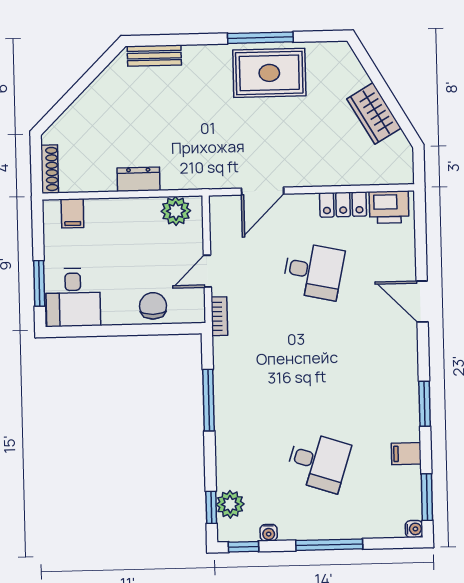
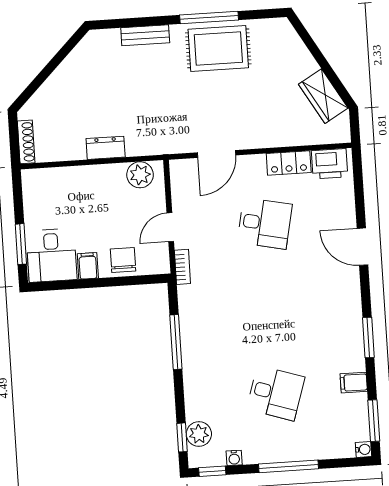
bench: (154, 56) -> (145, 35), moved
wardrobe: (374, 113) -> (323, 96), moved
filing cabinet: (72, 213) -> (88, 266), moved, turned 180

